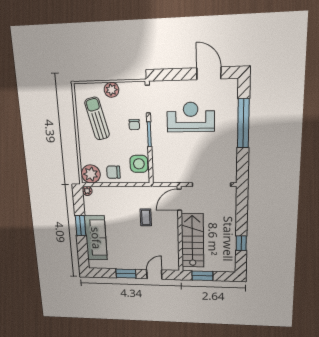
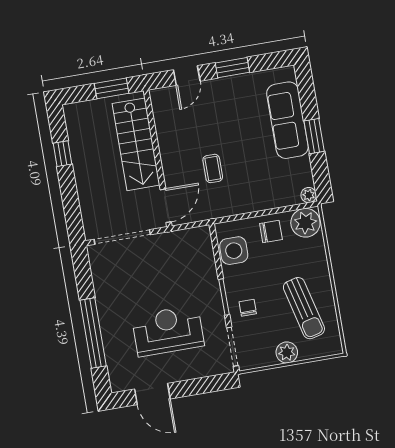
reception desk: (191, 117) -> (168, 331), turned 180

